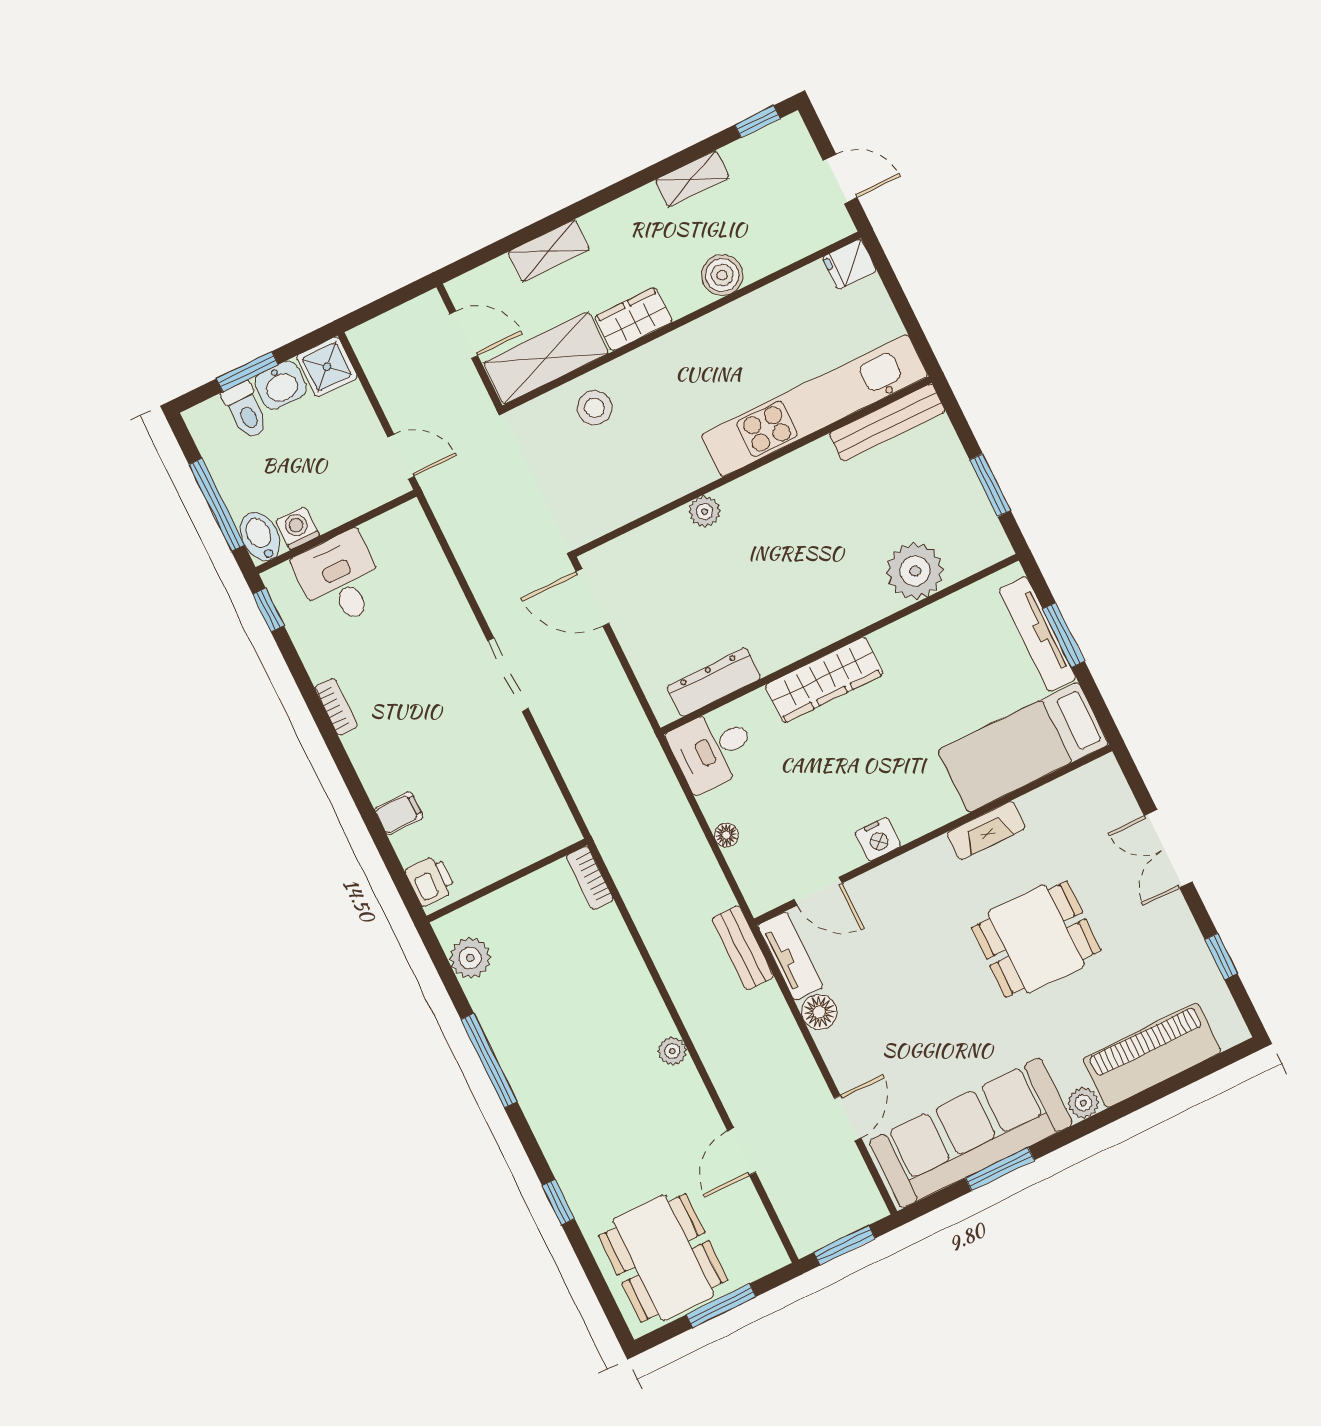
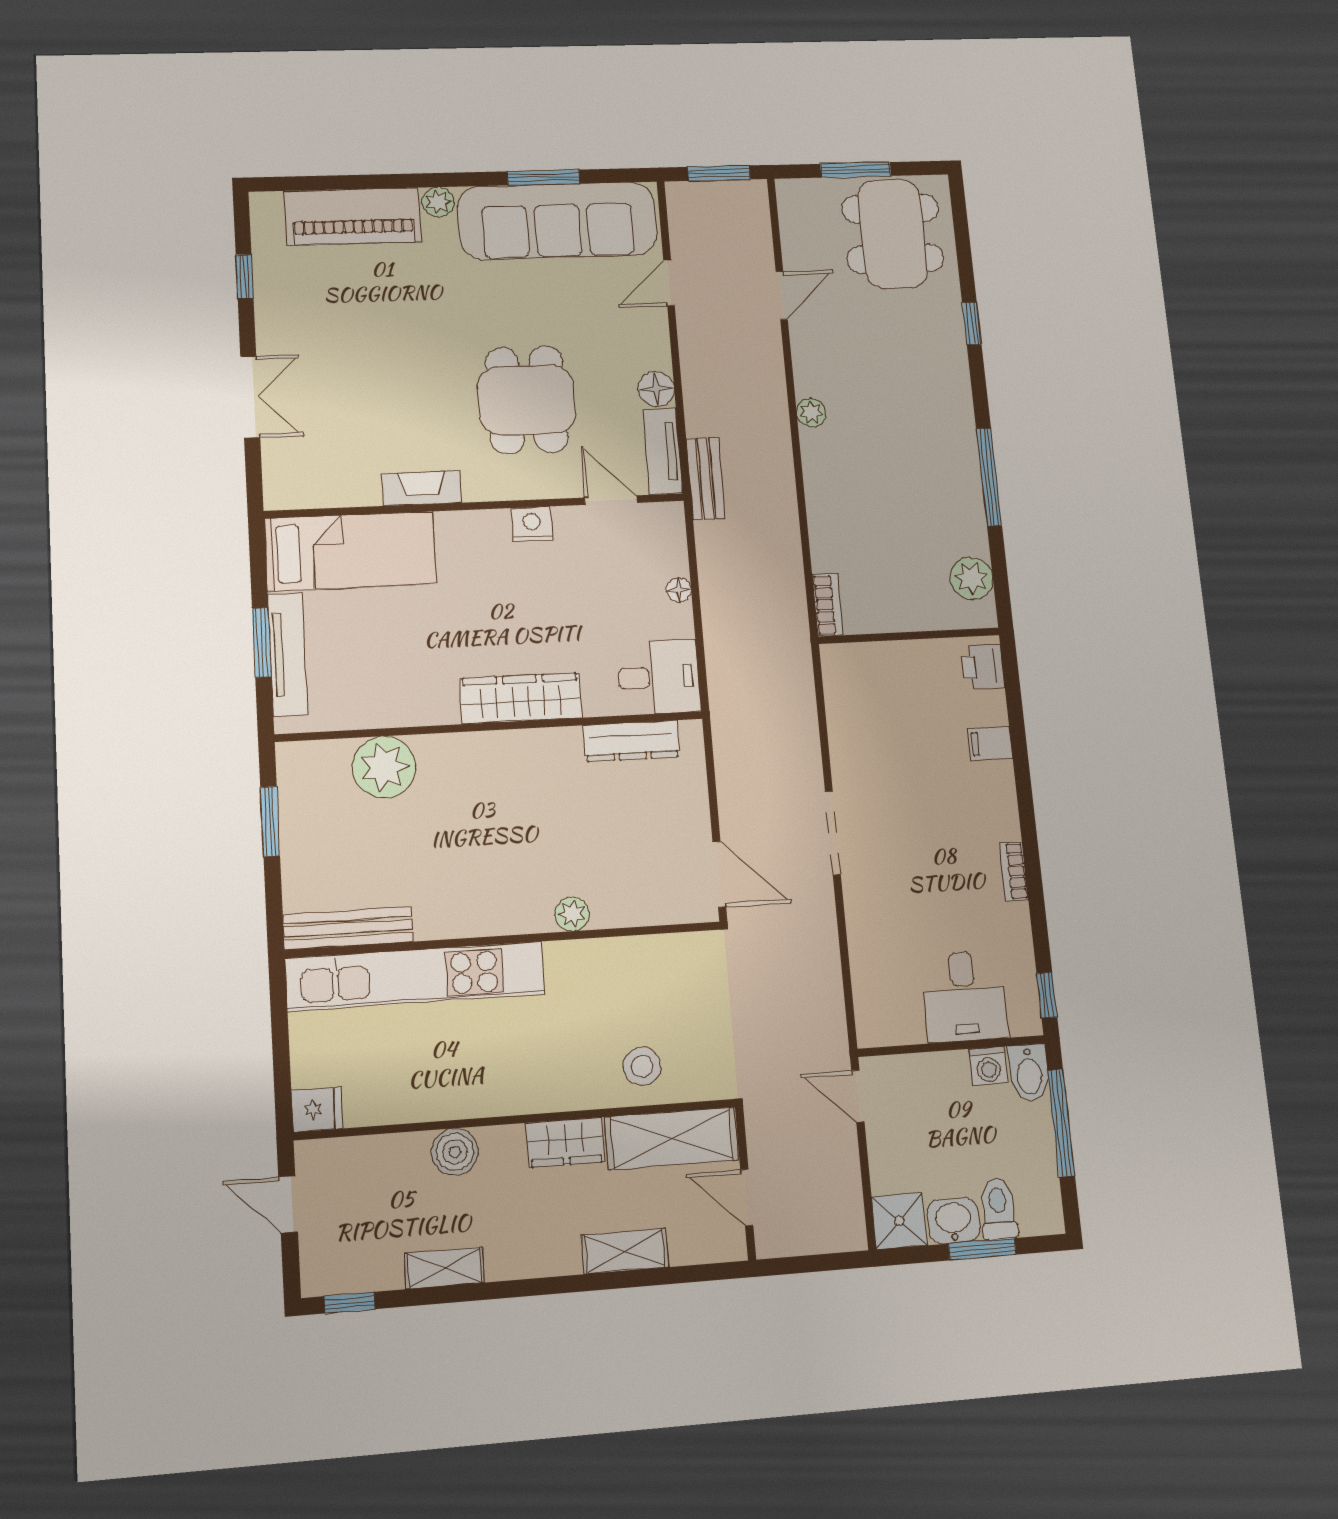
dining table: (1036, 939) -> (527, 400), moved, turned 90

